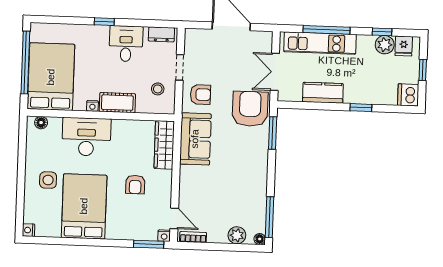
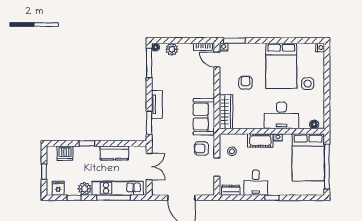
plant: (385, 45) -> (85, 189), moved
dishwasher: (408, 95) -> (65, 153), moved, turned 90
armchair: (250, 109) -> (166, 140), removed
tv unit: (261, 159) -> (157, 104), added

